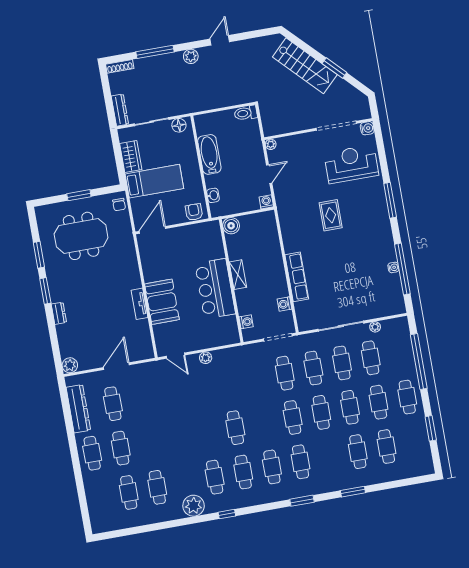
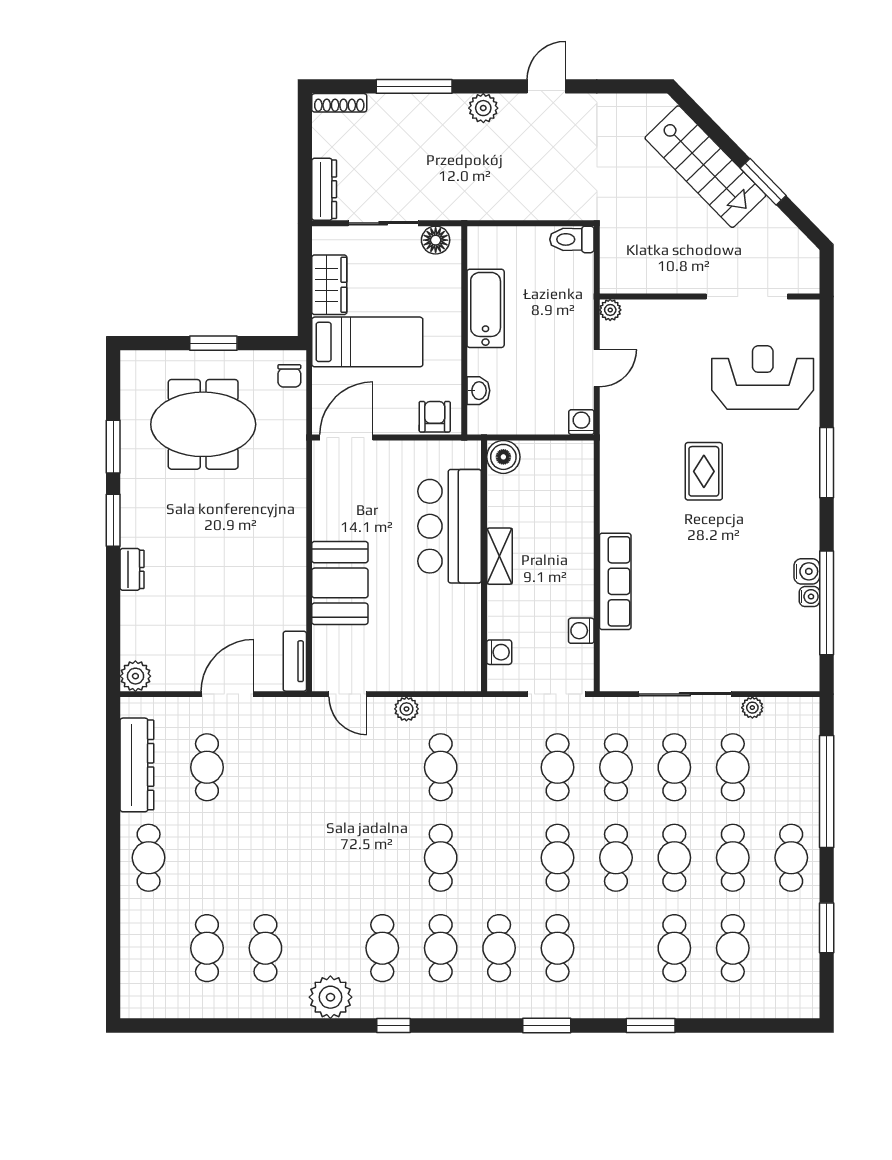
water cooler: (367, 128) -> (807, 571), moved
bar counter: (215, 289) -> (450, 526), moved
tv unit: (140, 304) -> (295, 661), moved
cafe table: (121, 448) -> (441, 767), moved

